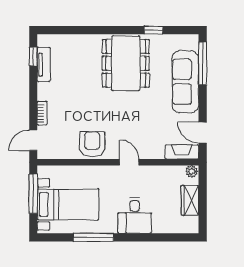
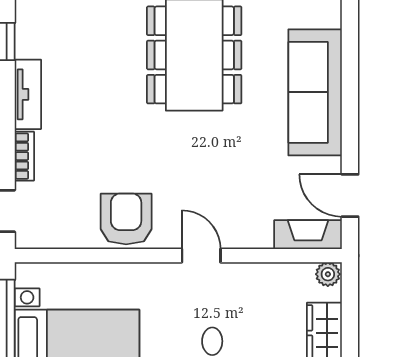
window: (203, 63) -> (350, 55), removed
tv unit: (44, 65) -> (28, 94), moved

